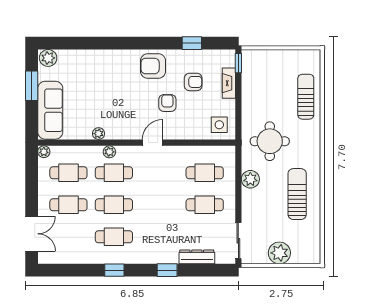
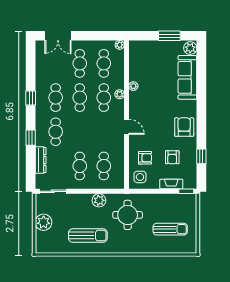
sun lounger: (306, 97) -> (170, 229), moved
armchair: (167, 103) -> (145, 158), moved
sofa: (50, 110) -> (187, 77), moved, turned 90
cafe table: (159, 237) -> (56, 132), added

